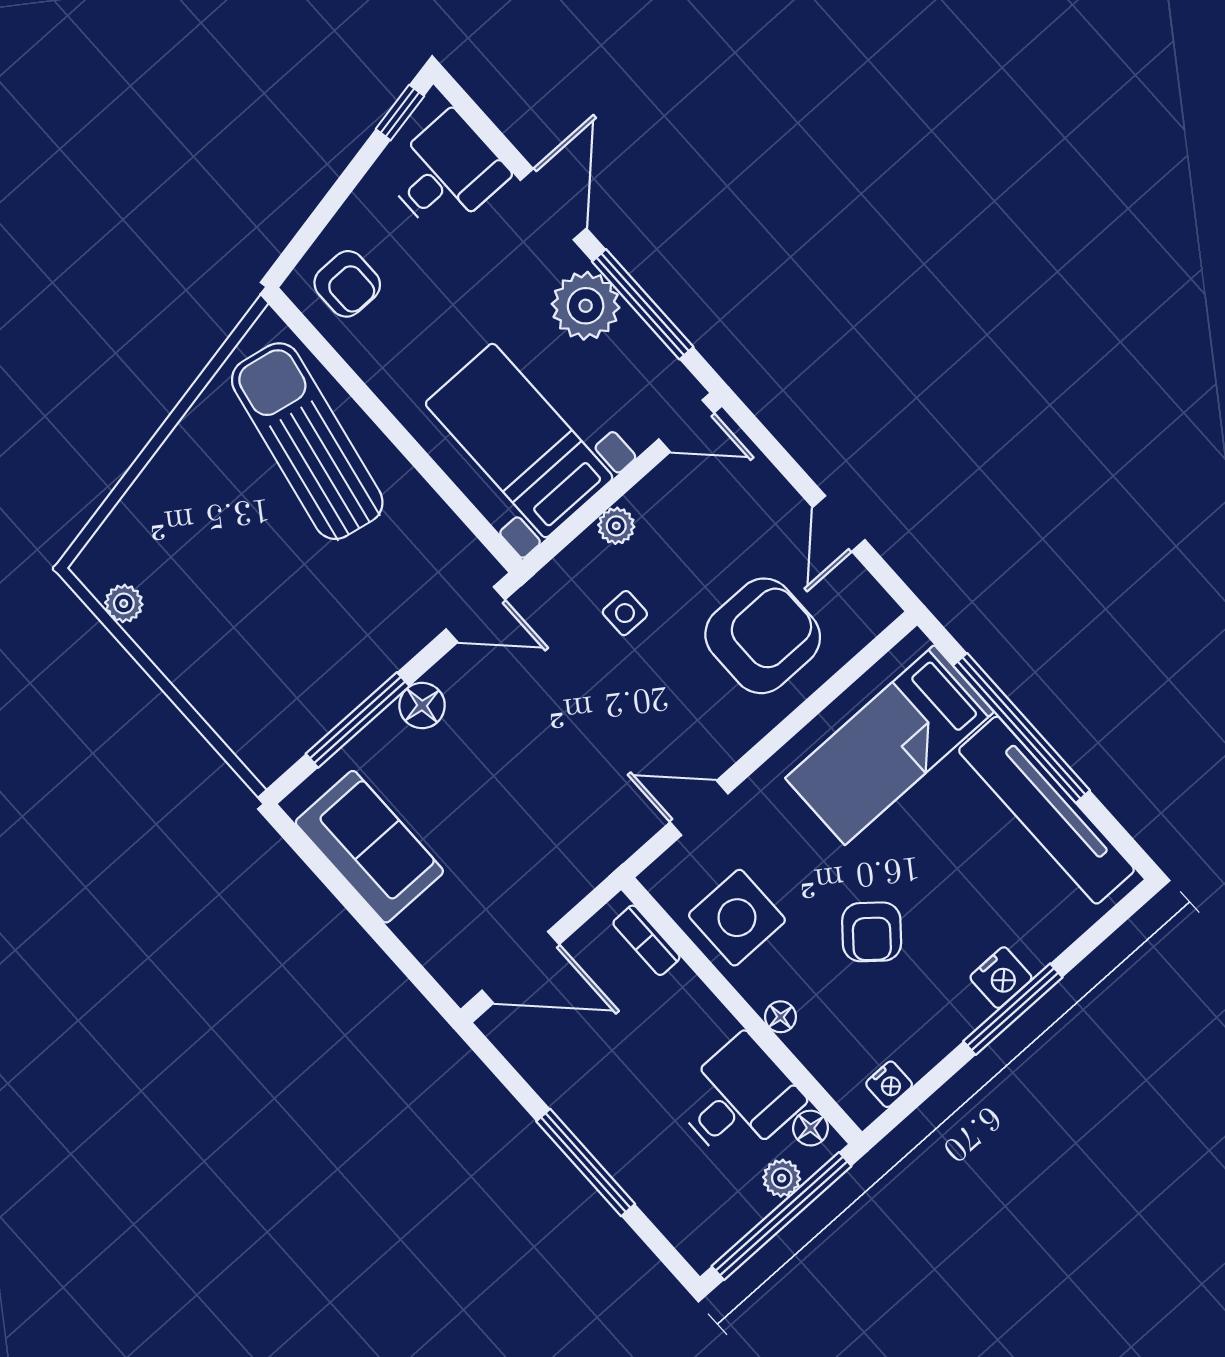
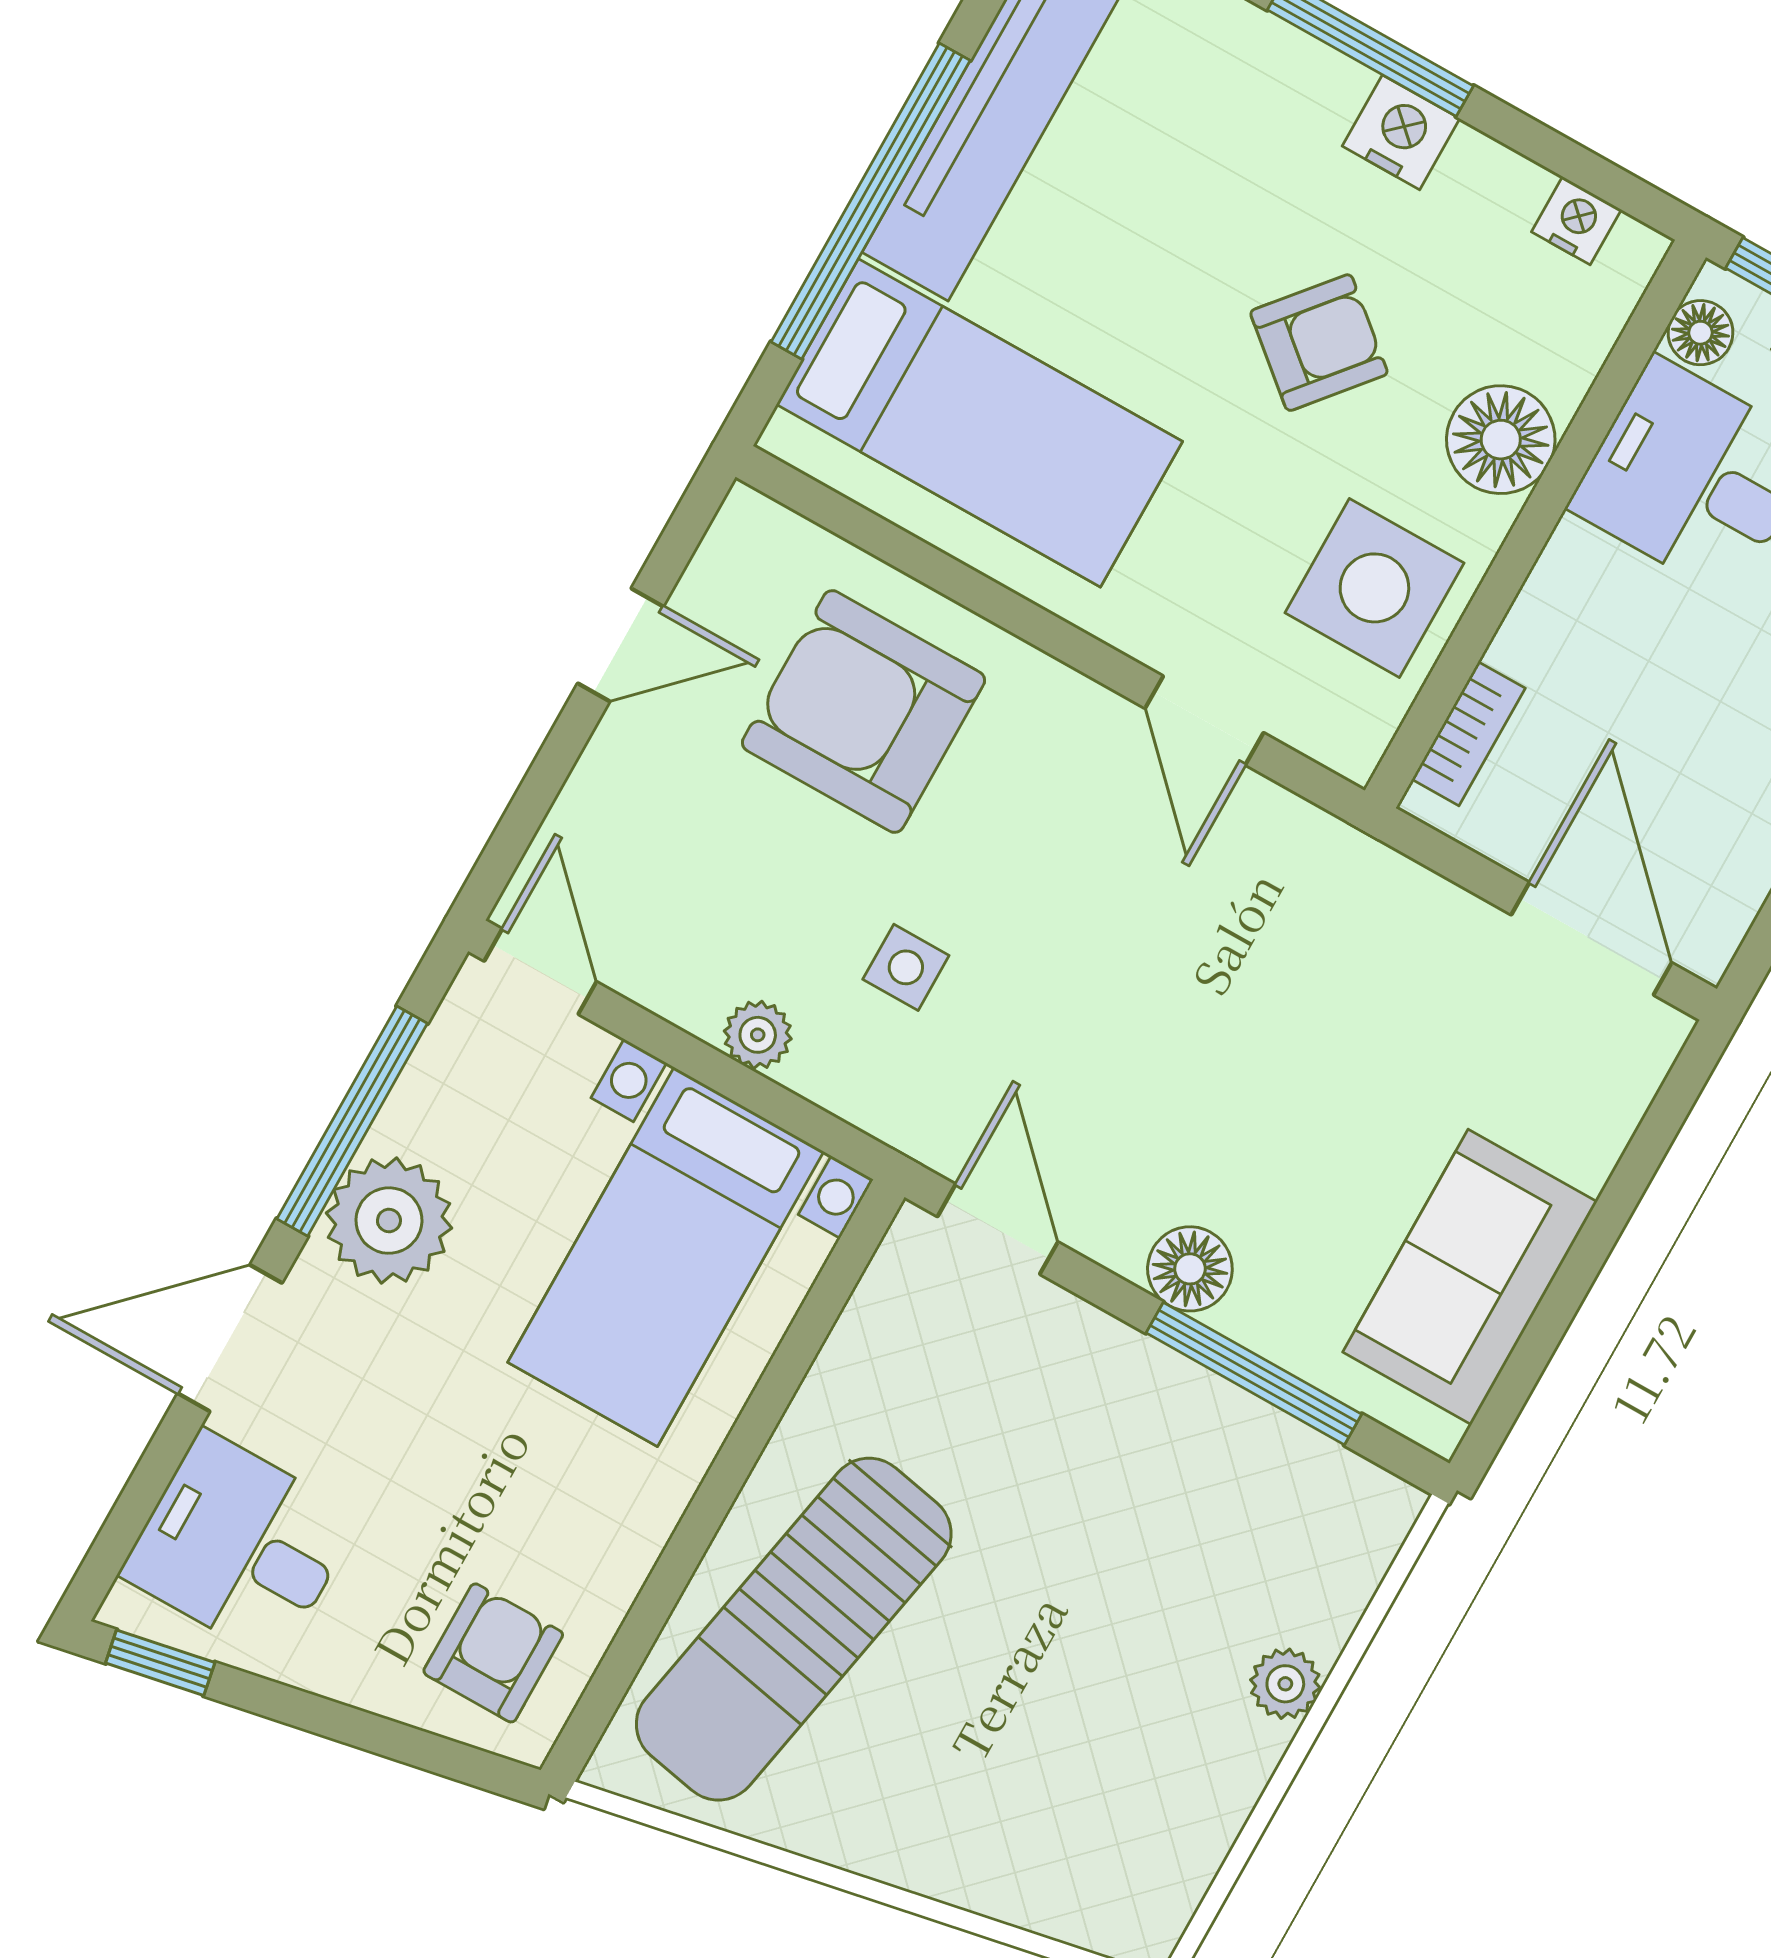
plant: (124, 603) -> (1285, 1684), moved
nightstand: (1001, 978) -> (1401, 132), moved
floor lamp: (780, 1017) -> (1501, 440), width x1.89, depth x1.89

